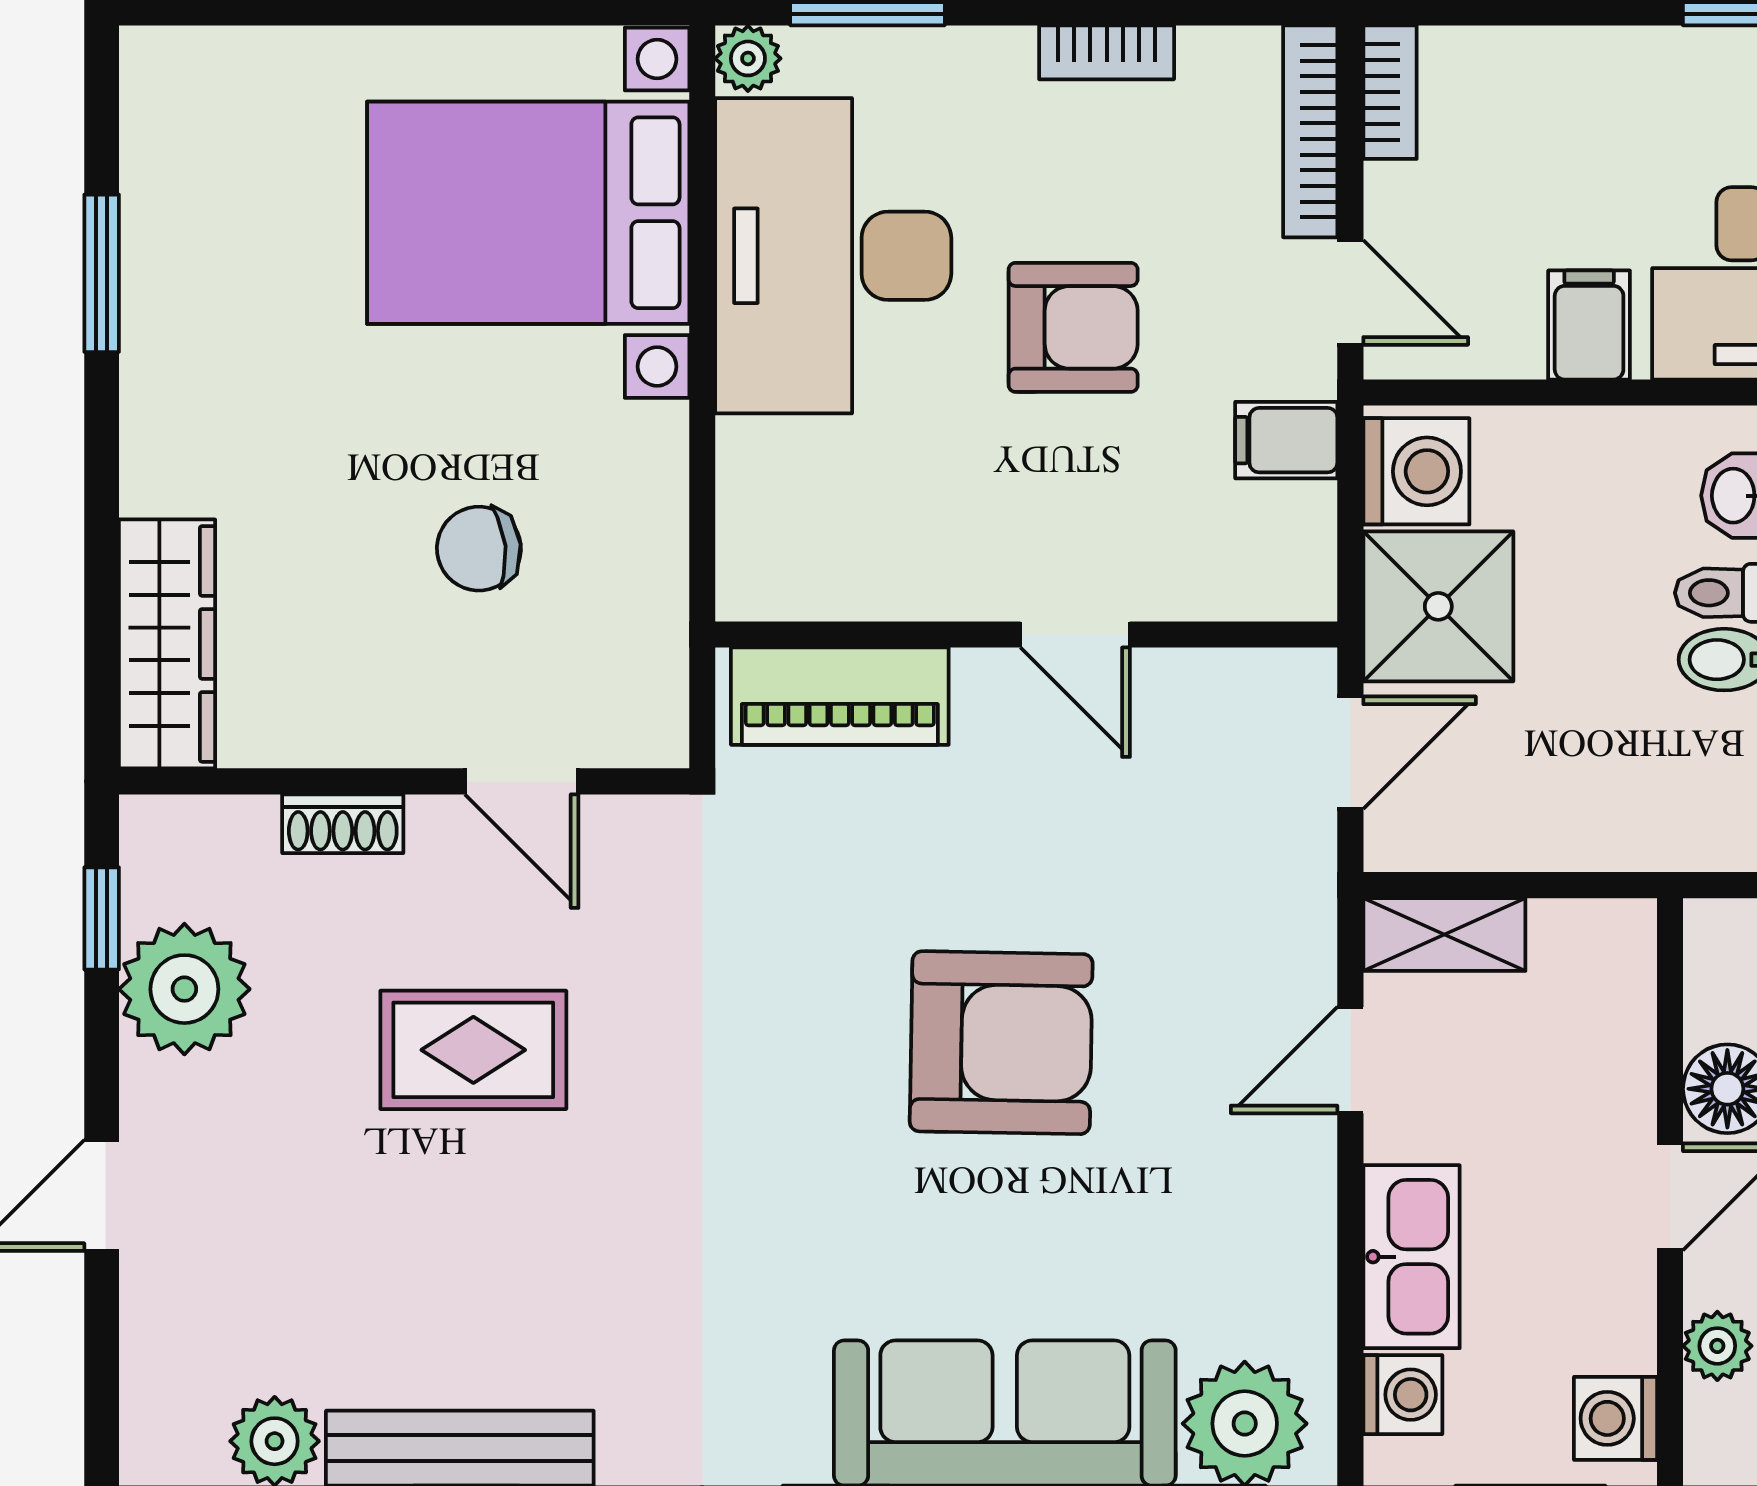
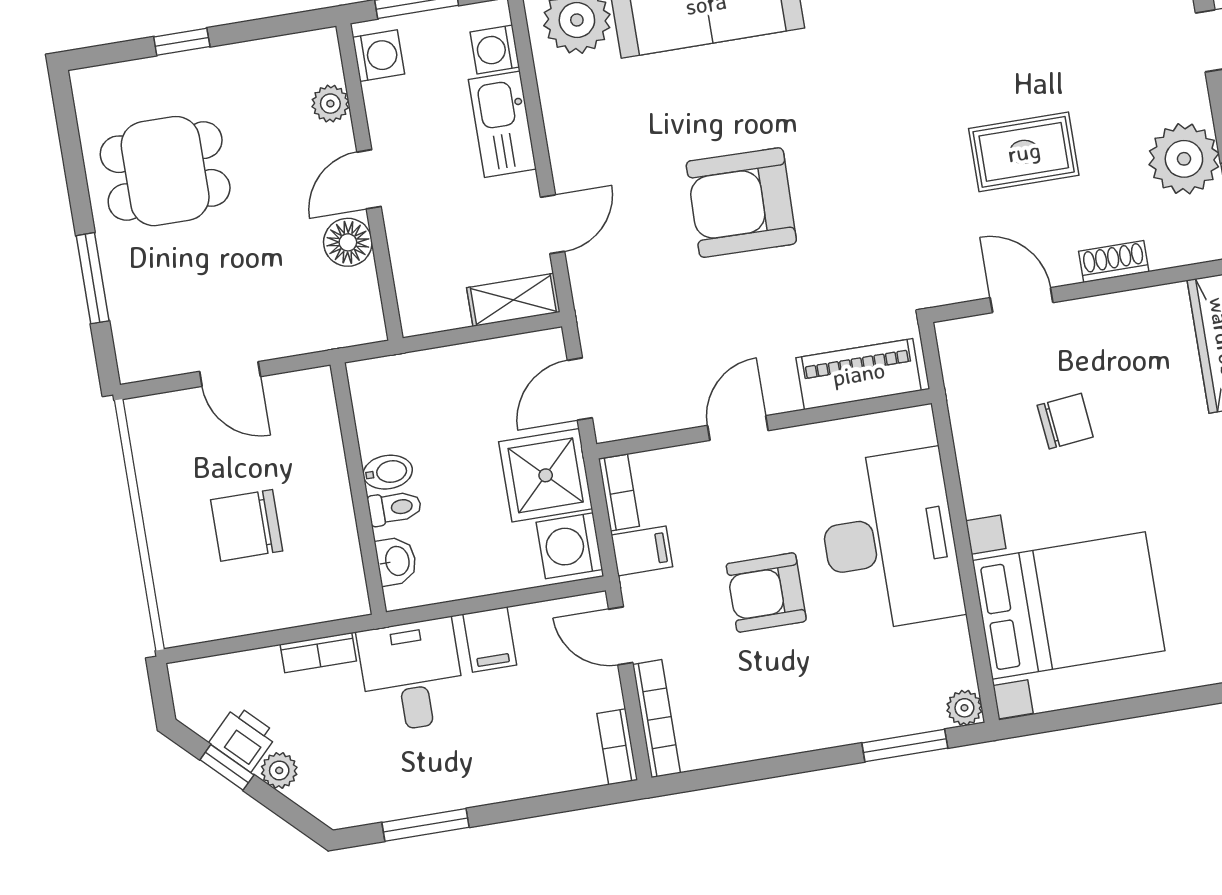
bookcase: (1107, 52) -> (619, 493), moved, turned 90
desk: (833, 256) -> (890, 540), moved
door: (1075, 634) -> (738, 428), hinge flipped

